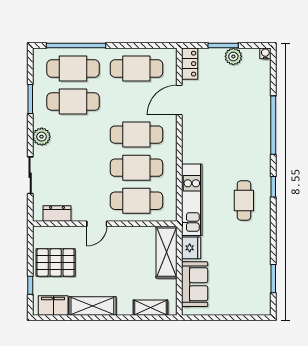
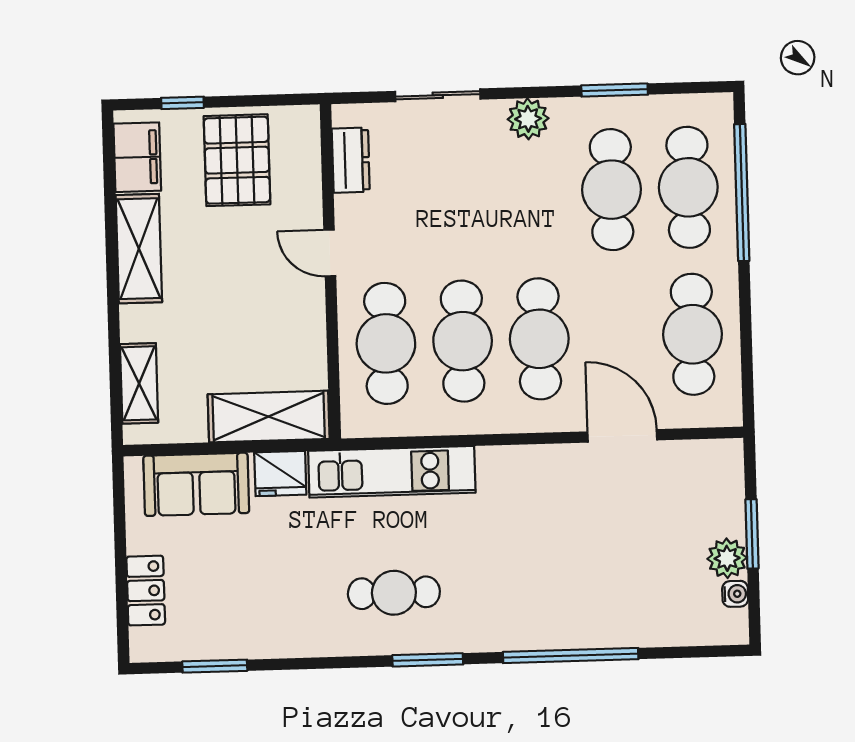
water cooler: (265, 53) -> (735, 594), moved
locker: (190, 64) -> (146, 591), moved, turned -90
window: (273, 187) -> (428, 660), width x1.50

